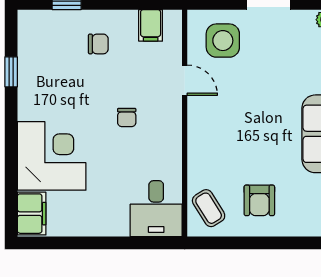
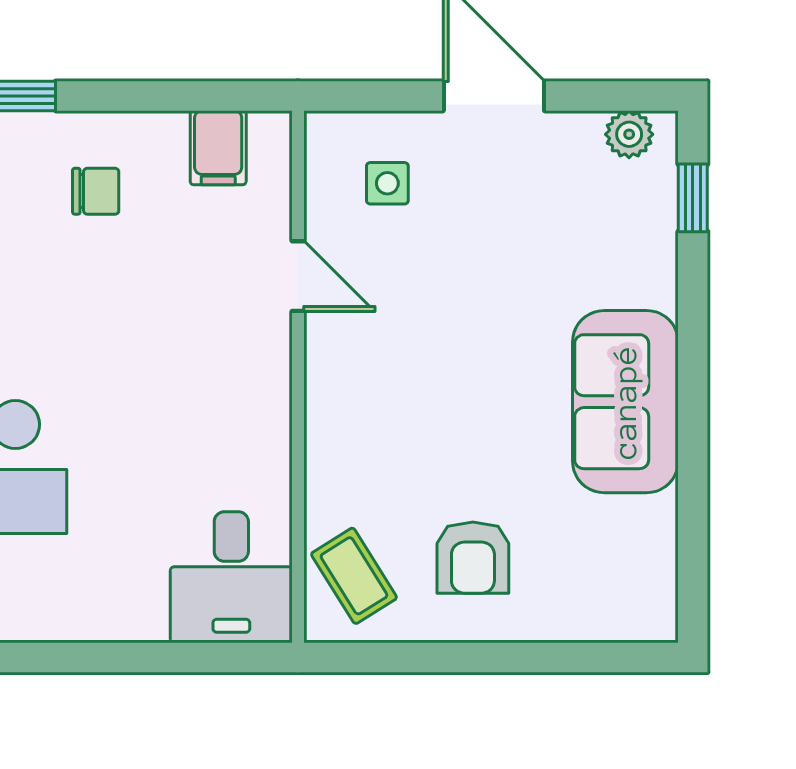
side table: (223, 41) -> (387, 183), width x0.54, depth x0.54
chair: (127, 117) -> (162, 363), removed

